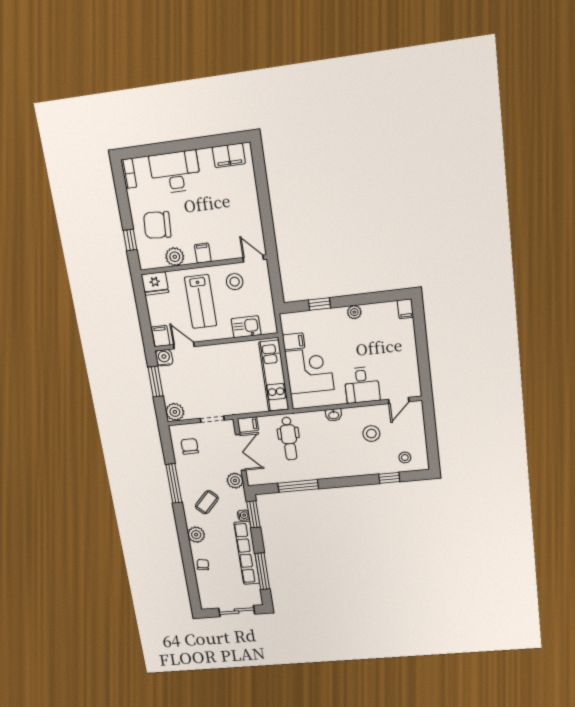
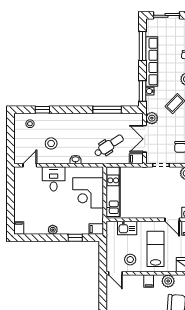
filing cabinet: (293, 341) -> (96, 229), moved
dental chair: (289, 439) -> (109, 146), turned 57

